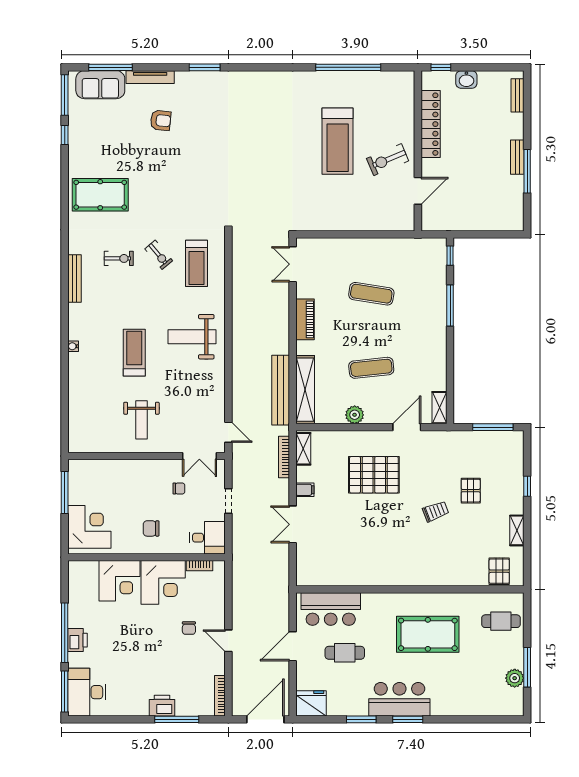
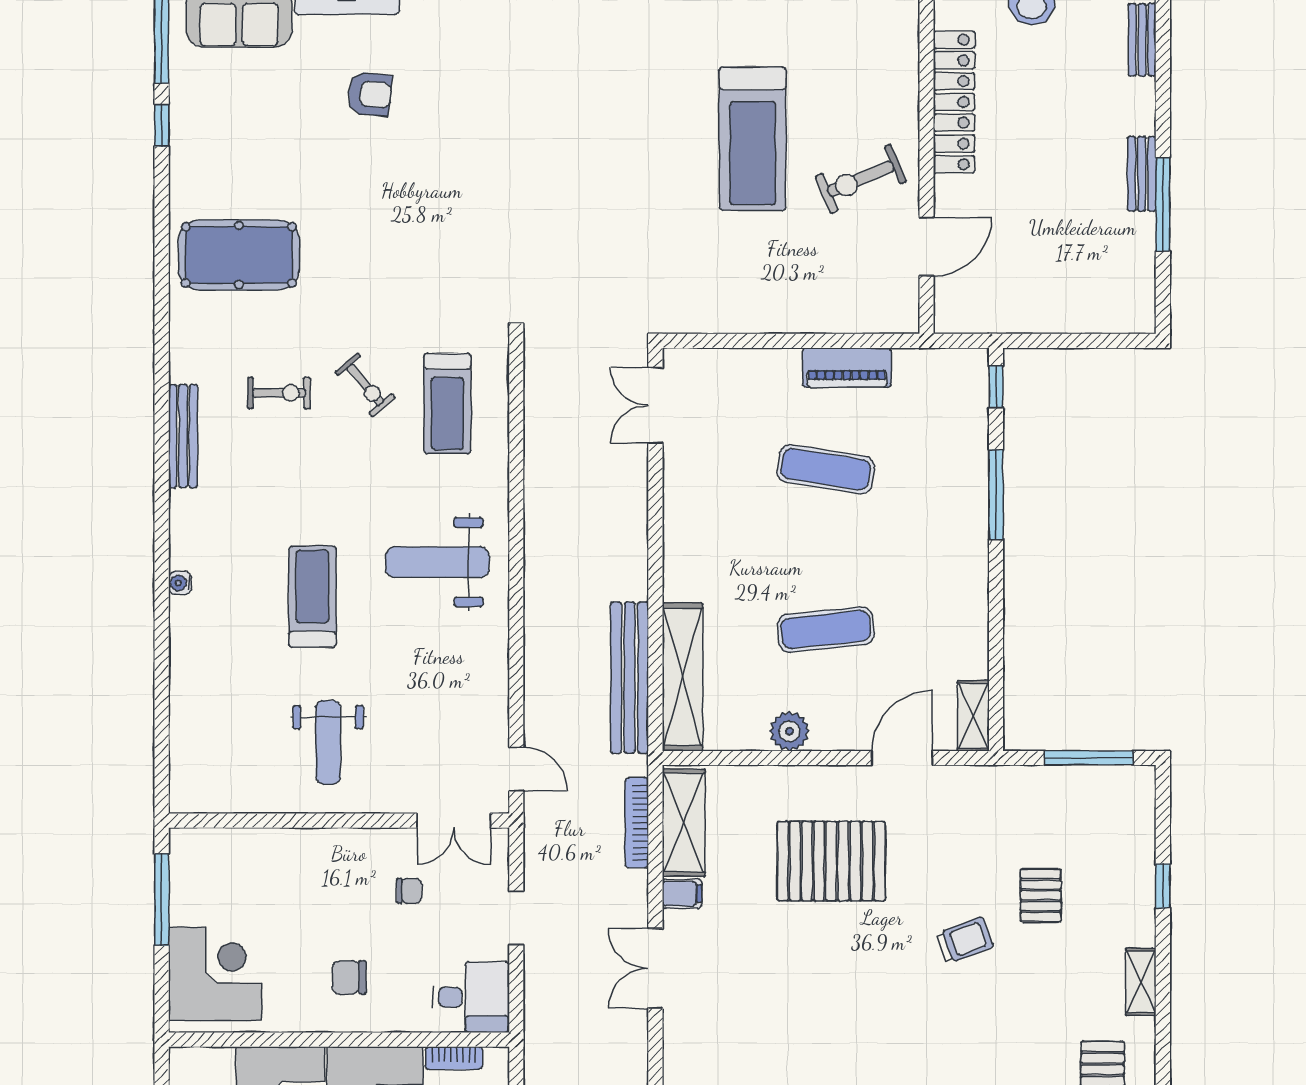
piano: (305, 319) -> (847, 368), moved, turned 90
shelving: (303, 449) -> (684, 823), width x1.50, depth x1.33

